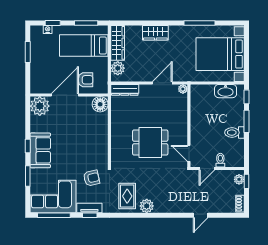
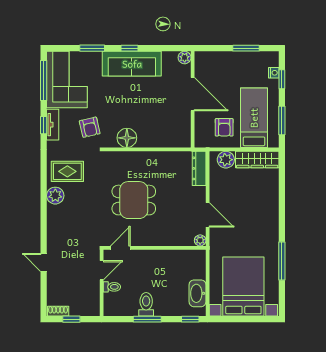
wardrobe: (155, 33) -> (270, 206), removed
armchair: (86, 80) -> (224, 127), moved
floor lamp: (100, 104) -> (127, 138), moved
plant: (40, 106) -> (185, 58), width x0.53, depth x0.53
window: (246, 121) -> (147, 319), moved
dining table: (150, 143) -> (134, 200), turned 90
sofa: (40, 150) -> (132, 64), width x1.36
door: (207, 168) -> (102, 270), swing flipped
plant: (239, 179) -> (88, 310), removed
window: (246, 181) -> (71, 319), moved

